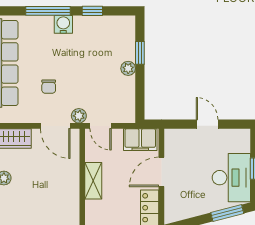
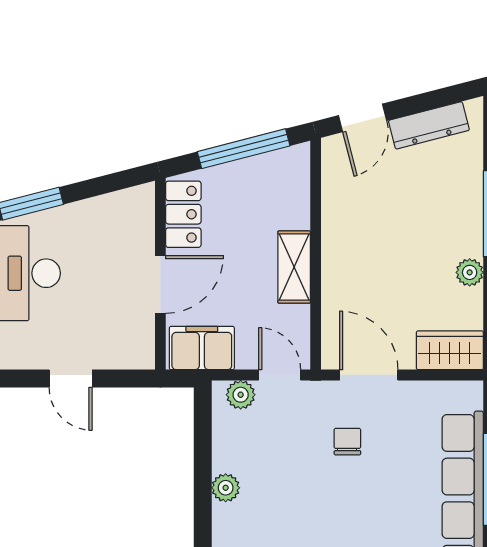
window: (140, 53) -> (203, 518), removed
chair: (49, 87) -> (347, 442), moved
plant: (79, 116) -> (241, 395), moved

